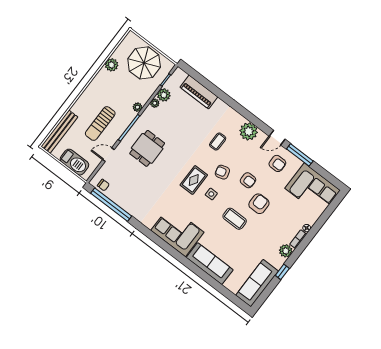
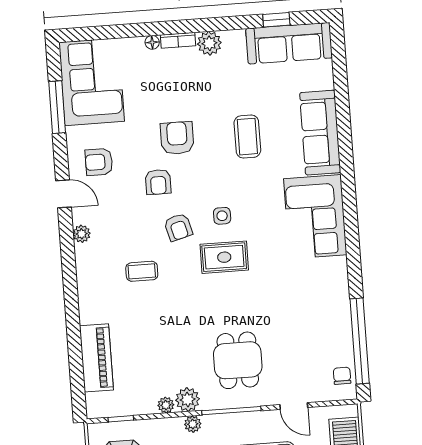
plant: (164, 95) -> (188, 400), moved
plant: (249, 131) -> (82, 234), width x0.53, depth x0.53
dining table: (147, 148) -> (238, 360), turned 90
window: (300, 155) -> (57, 107), moved
armchair: (277, 163) -> (99, 162), turned -90
armchair: (248, 180) -> (158, 182), turned 180
armchair: (259, 204) -> (177, 138), turned 90
coffee table: (235, 219) -> (247, 137), moved
window: (282, 272) -> (276, 20), moved

